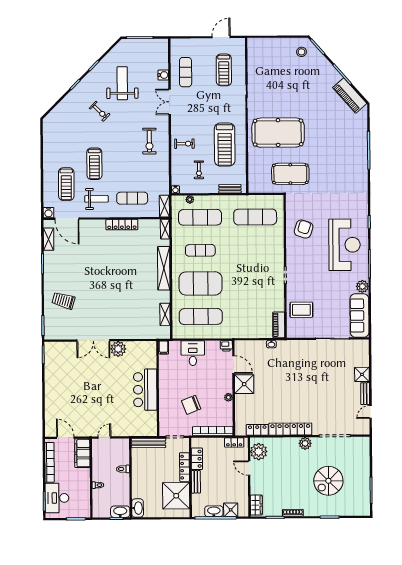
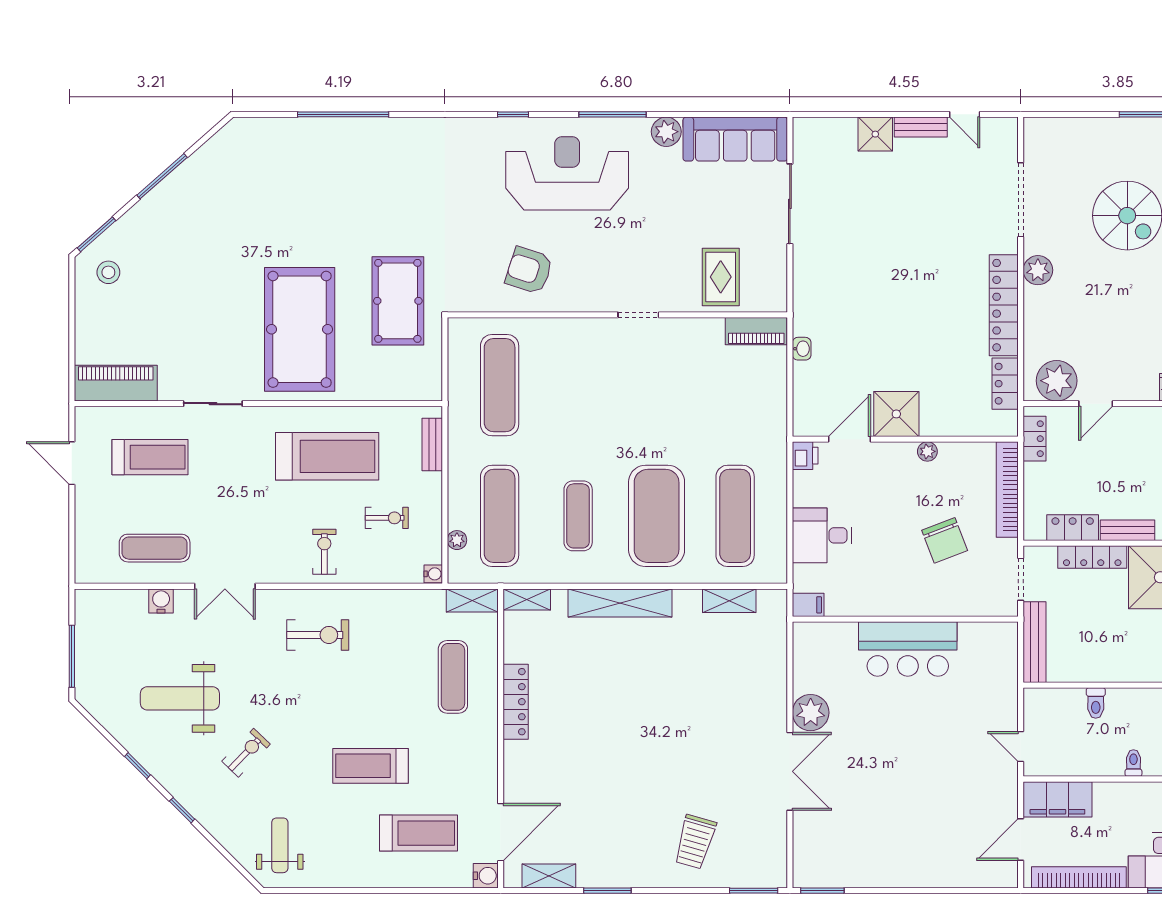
piano: (350, 96) -> (116, 383), moved, turned -139
treadmill: (94, 164) -> (371, 766), turned 180
weight bench: (96, 199) -> (280, 845), moved

